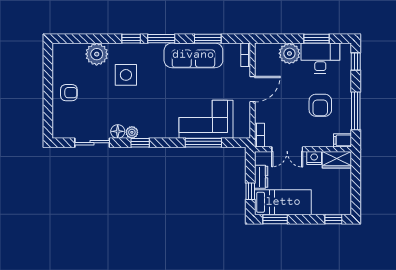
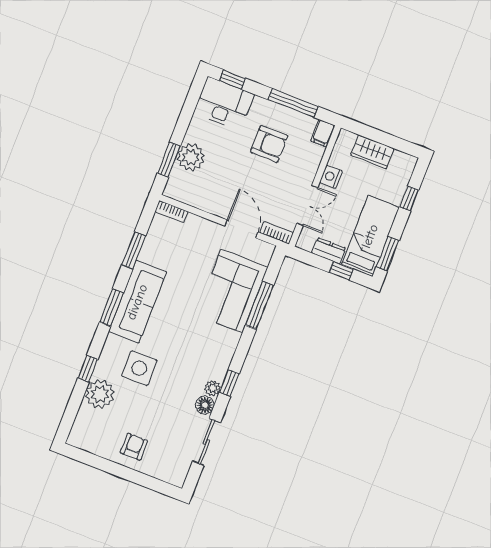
window: (131, 39) -> (88, 369), moved
window: (316, 39) -> (169, 160), moved
sofa: (193, 55) -> (137, 302), moved
desk: (320, 58) -> (224, 104), moved, turned 90
door: (252, 89) -> (241, 229), moved
wardrobe: (337, 160) -> (372, 152), moved, turned 90
window: (333, 219) -> (409, 199), moved

